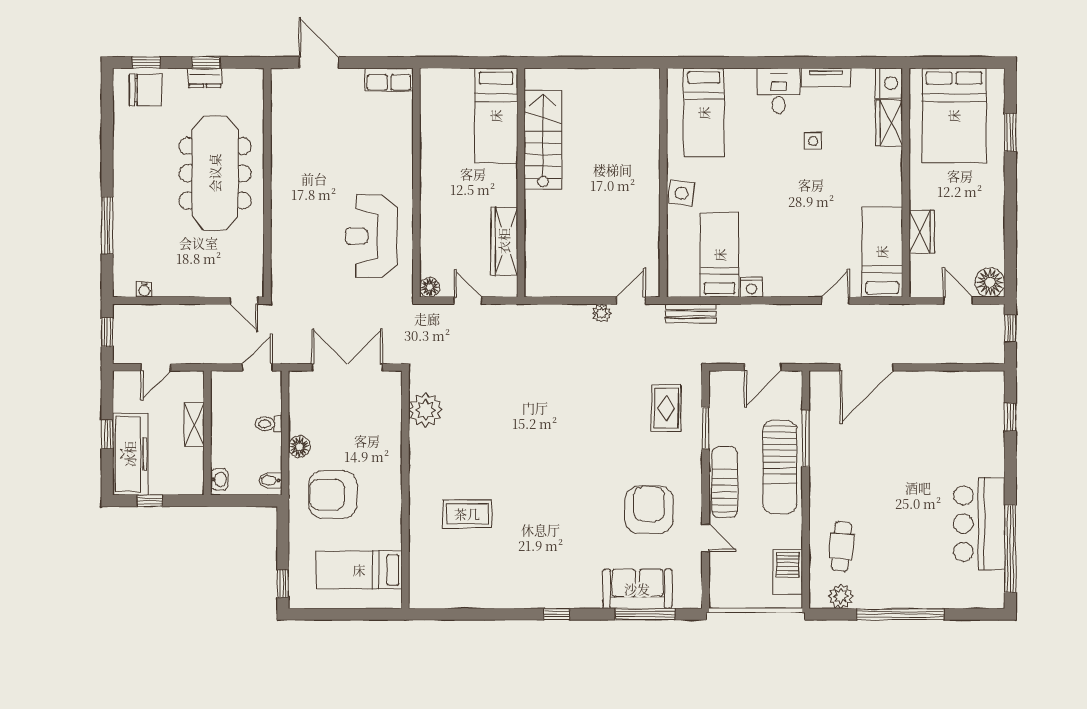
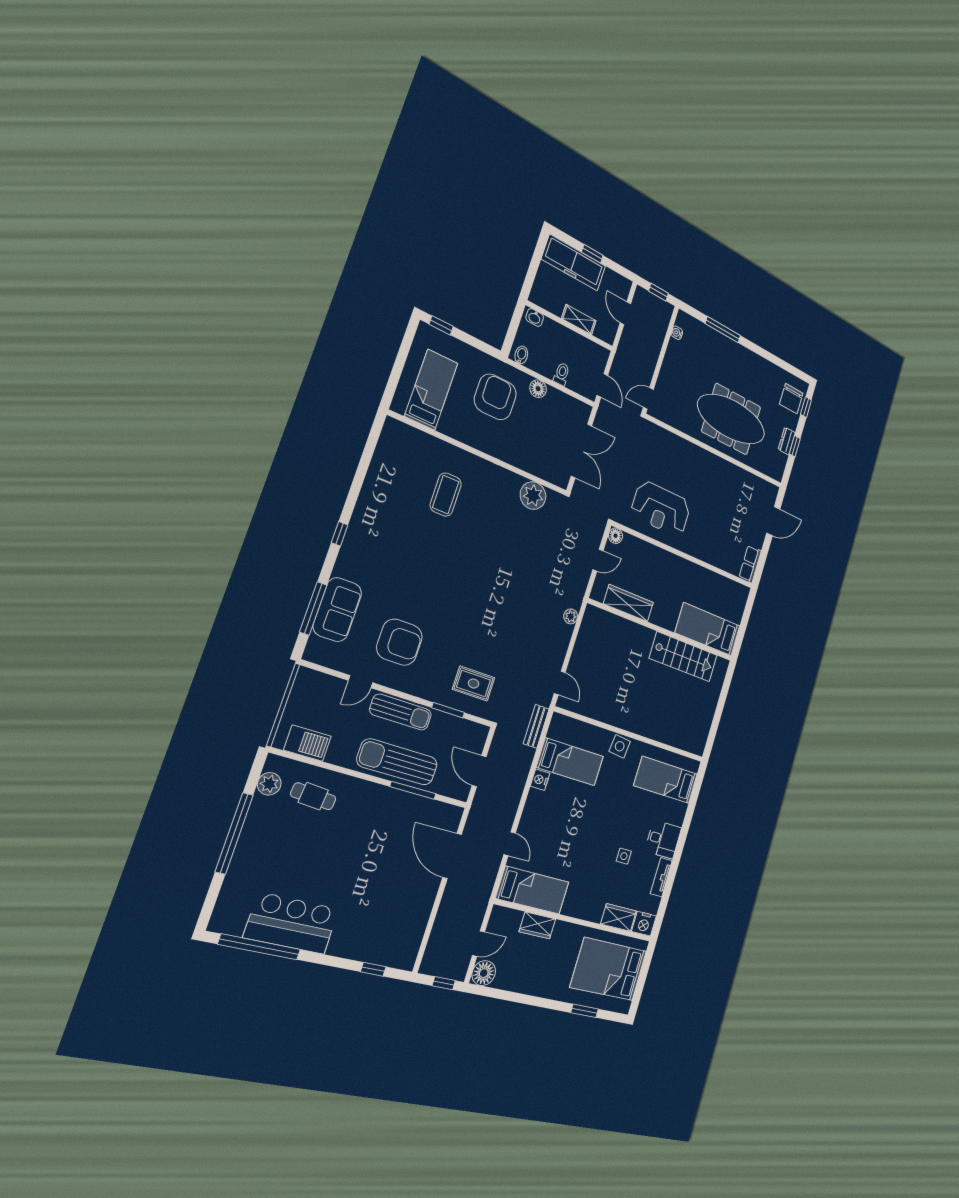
reception desk: (371, 236) -> (661, 509), turned 180
plant: (602, 313) -> (571, 616), moved
window: (150, 501) -> (537, 258), removed

